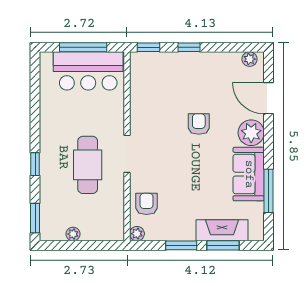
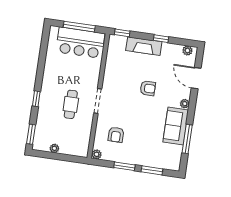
window: (189, 47) -> (161, 39), moved
armchair: (199, 124) -> (148, 88), turned 90
plant: (251, 133) -> (185, 104), width x0.53, depth x0.53
cafe table: (88, 165) -> (71, 104), width x0.73, depth x0.74
armchair: (147, 204) -> (116, 135), moved, turned 180
fireplace: (222, 230) -> (144, 46), moved, turned 180

